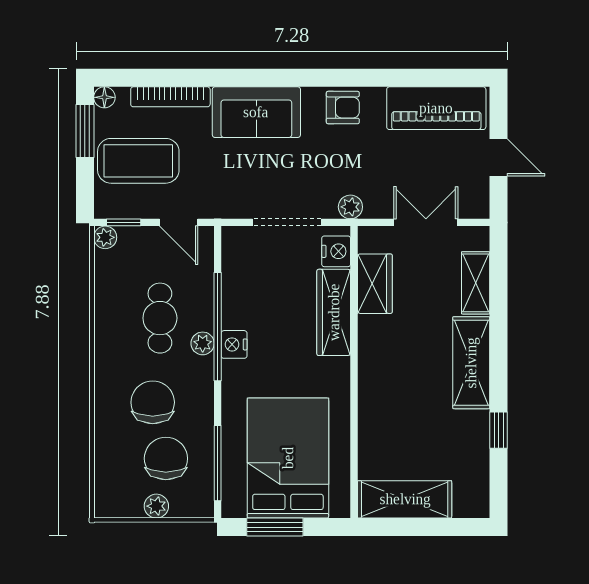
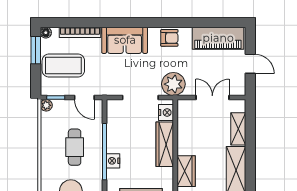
plant: (350, 207) -> (173, 84), width x1.87, depth x1.87
wardrobe: (375, 284) -> (186, 171), moved
plant: (203, 343) -> (97, 160), removed

